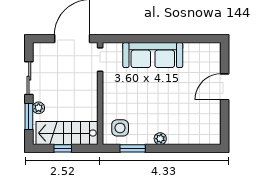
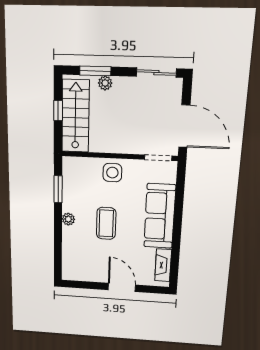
fireplace: (200, 49) -> (163, 265), added
sliding door: (29, 78) -> (156, 73), moved
coffee table: (162, 103) -> (106, 223), added
side table: (120, 128) -> (112, 173), moved

